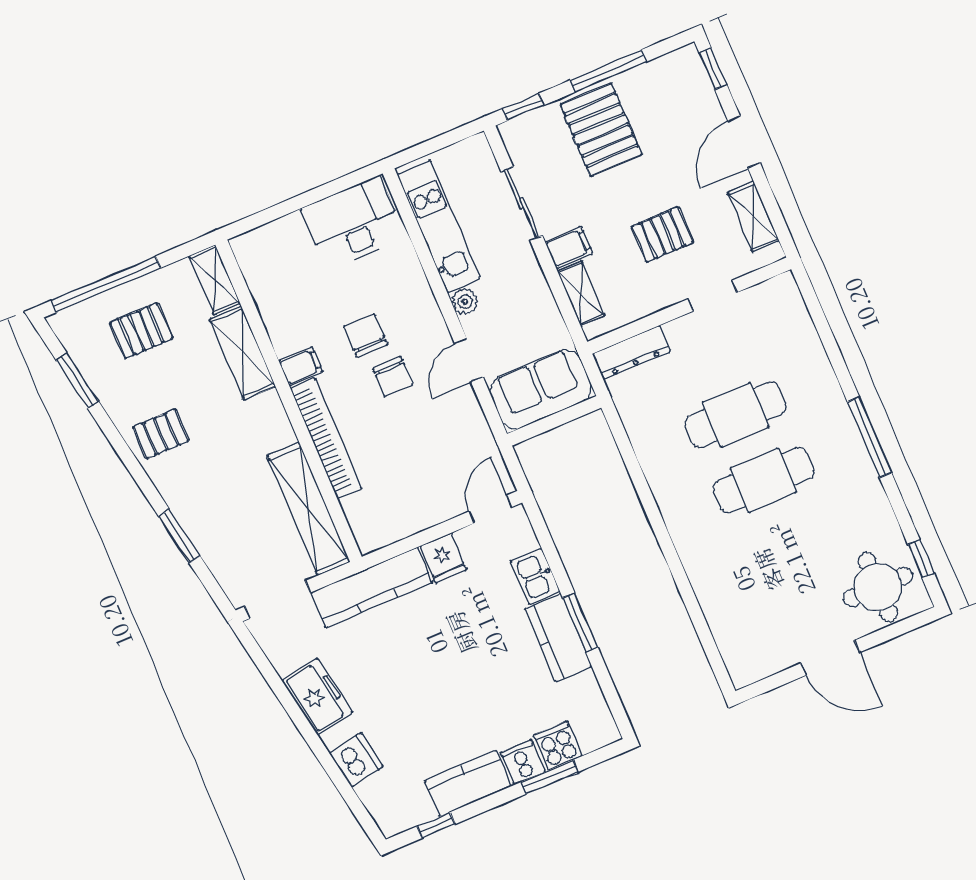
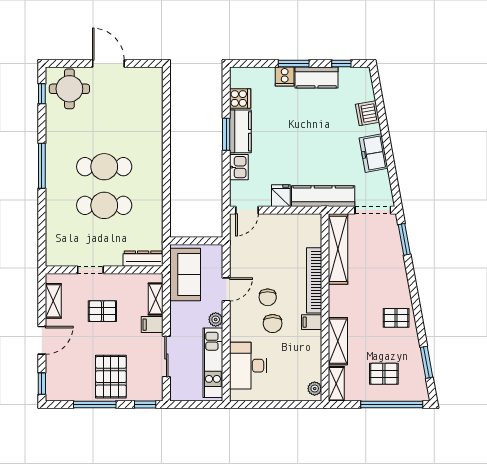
desk: (353, 223) -> (248, 366), moved, turned 90
plant: (248, 256) -> (315, 389), added
chair: (393, 377) -> (268, 297), turned 180
sofa: (541, 389) -> (185, 274), moved, turned -90
window: (179, 536) -> (404, 239), moved
cooker: (558, 746) -> (240, 98), moved, turned -90
window: (550, 777) -> (294, 63), moved

